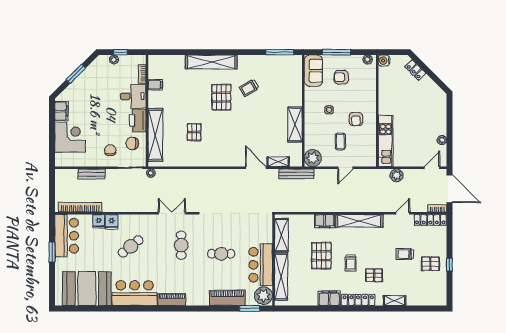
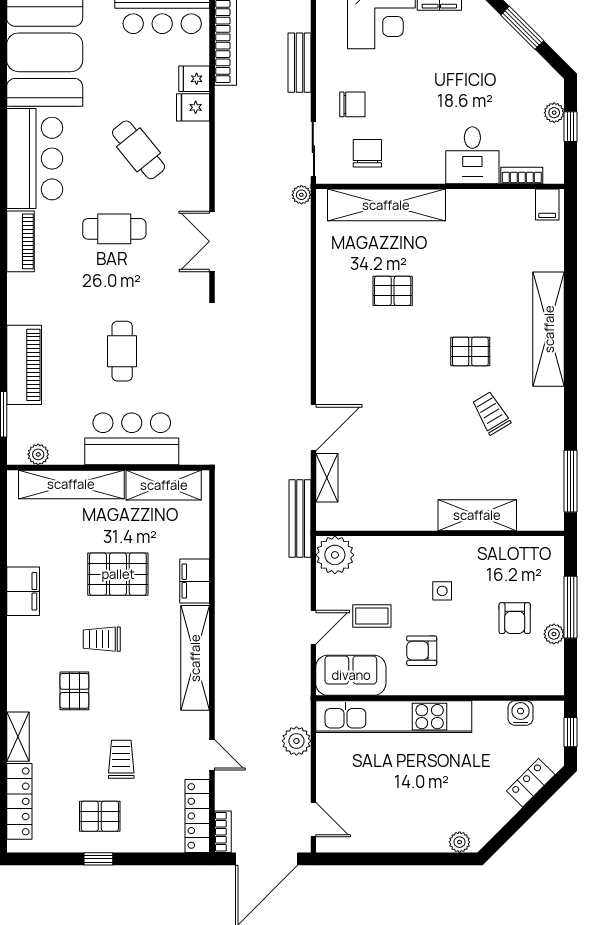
window: (393, 52) -> (570, 732), added
plant: (368, 60) -> (554, 634), moved
water cooler: (384, 61) -> (520, 713), moved
sofa: (313, 71) -> (351, 675), moved, turned 180
armchair: (341, 77) -> (515, 618), turned 180
filing cabinet: (155, 85) -> (547, 204), moved
pallet: (221, 97) -> (470, 351), width x0.67, depth x0.71
printer: (138, 121) -> (418, 165), removed
shelving: (295, 125) -> (477, 515), moved
plant: (442, 140) -> (460, 842), moved
kitchen unit: (386, 141) -> (394, 717), width x1.36
door: (345, 168) -> (313, 627), swing flipped
double door: (172, 213) -> (212, 241), swing flipped
cafe table: (181, 245) -> (114, 229), moved
pallet: (430, 264) -> (100, 816), turned 90
bar counter: (261, 265) -> (132, 439), moved
plant: (264, 296) -> (38, 454), width x0.53, depth x0.53
locker: (358, 300) -> (19, 801), moved

